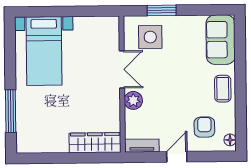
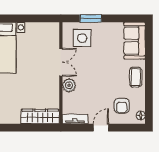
armchair: (204, 127) -> (122, 106), turned 180

